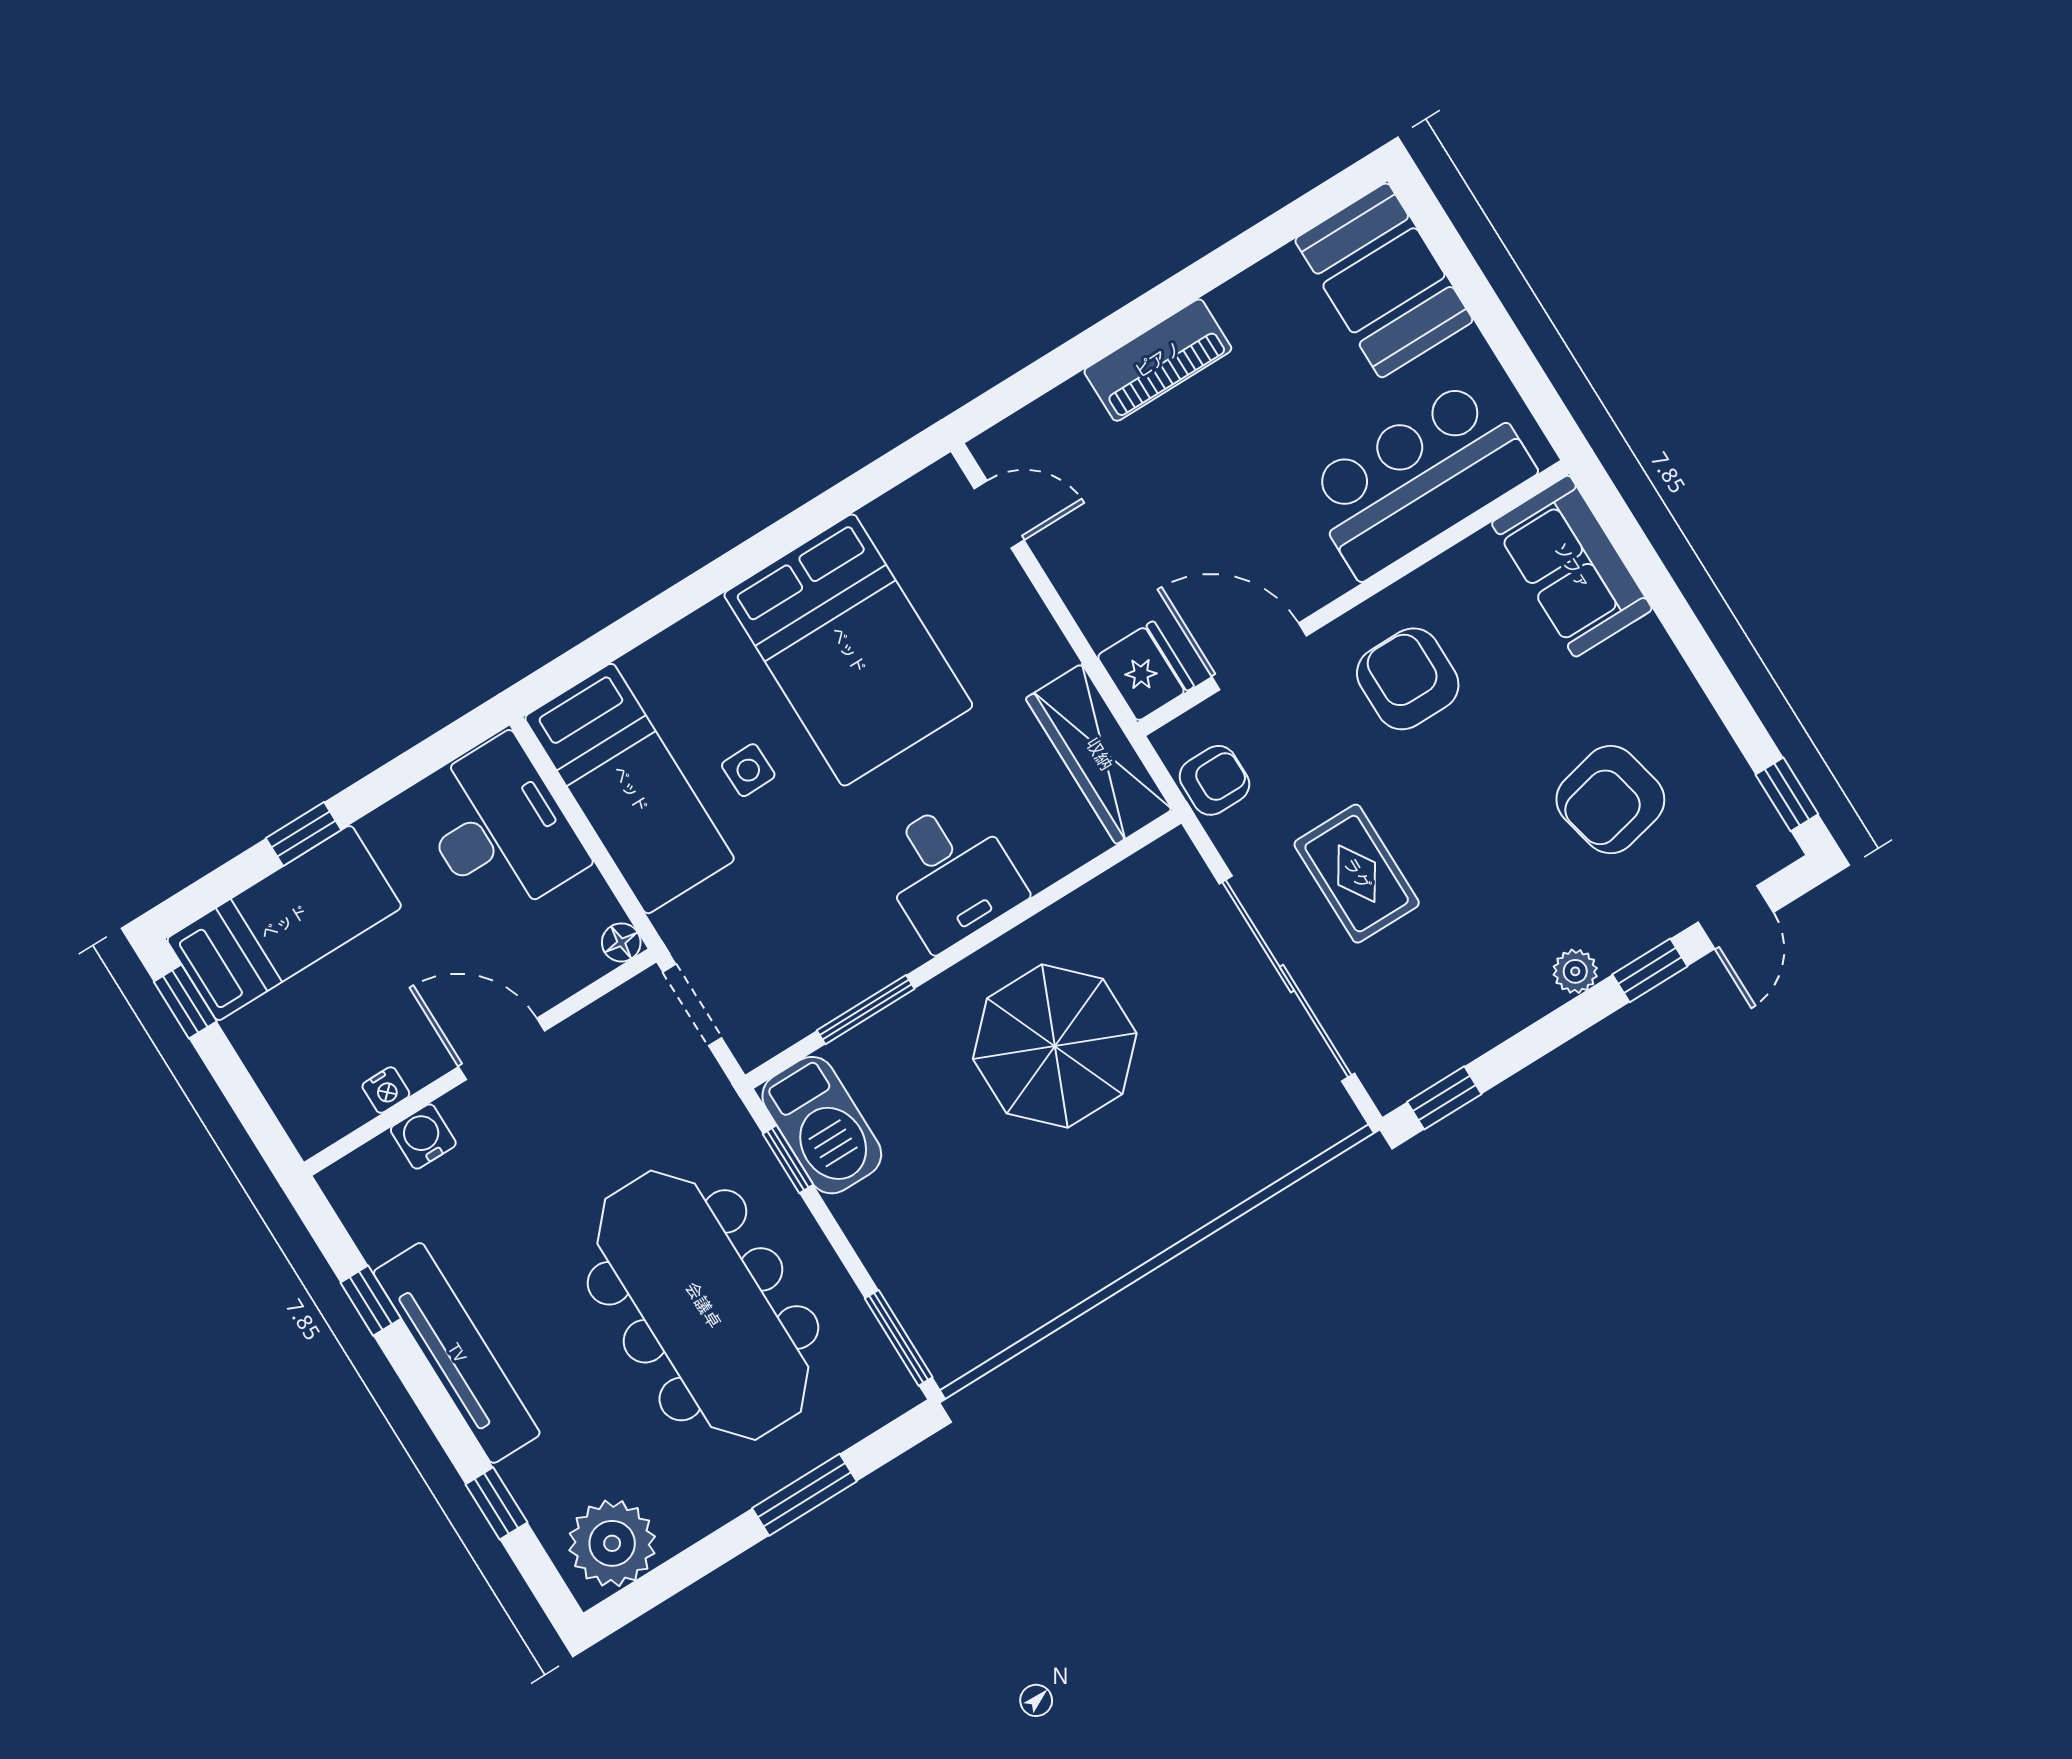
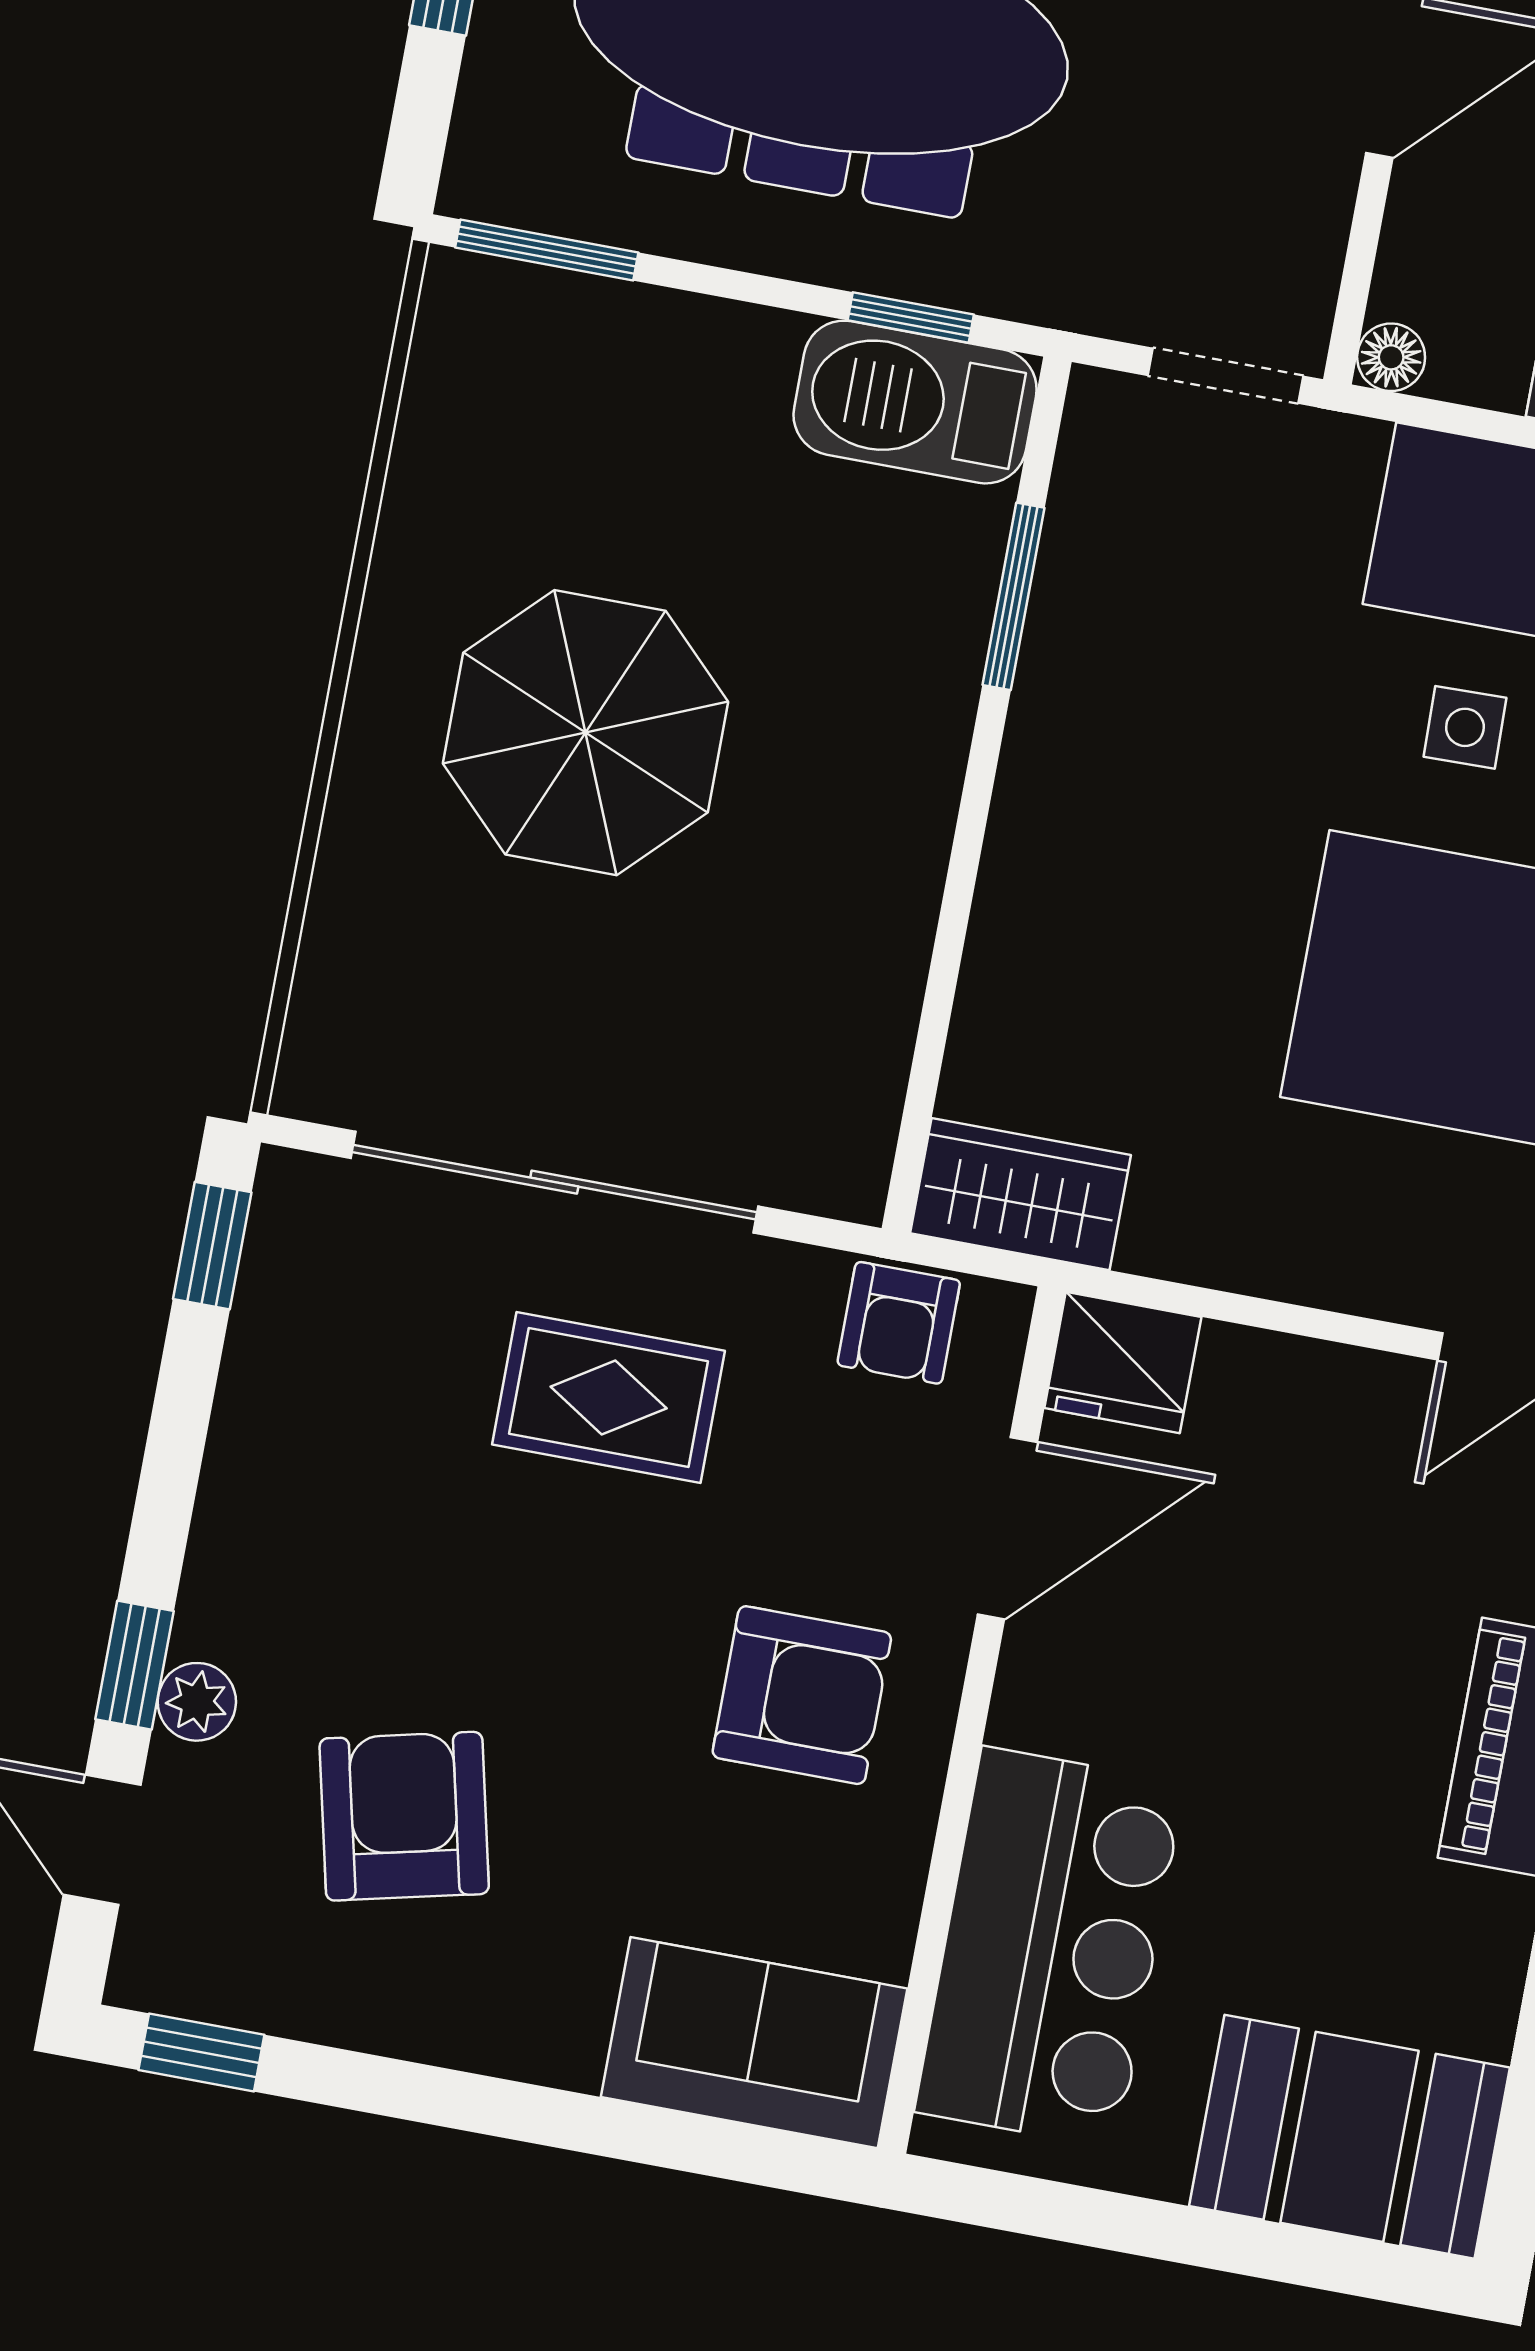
wardrobe: (1099, 754) -> (1020, 1194), width x0.67
desk: (950, 874) -> (1091, 867), removed
plant: (1575, 971) -> (197, 1702), moved
parasol: (1055, 1046) -> (585, 733), moved

